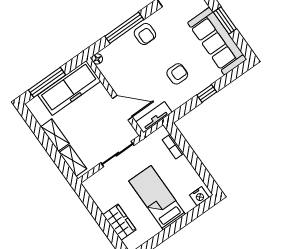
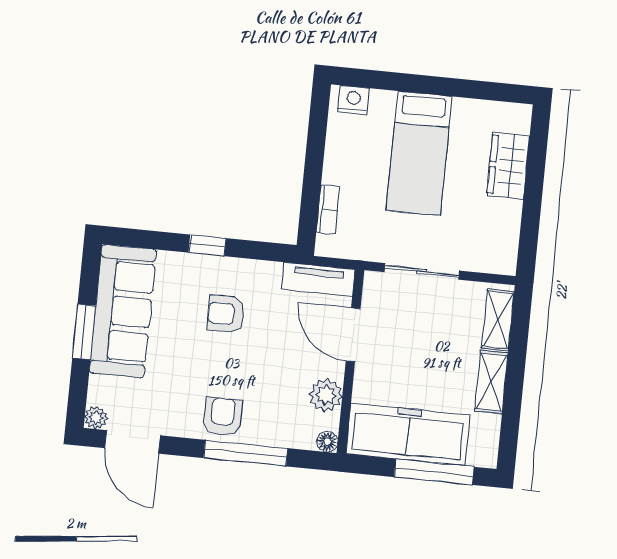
plant: (113, 76) -> (326, 395), added

